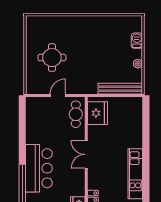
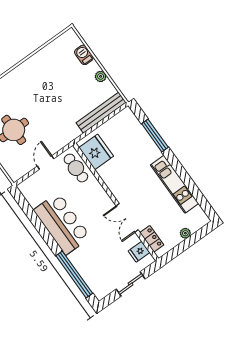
window: (146, 131) -> (155, 136), added
double door: (86, 154) -> (127, 218), moved
bar counter: (39, 168) -> (62, 224), moved

